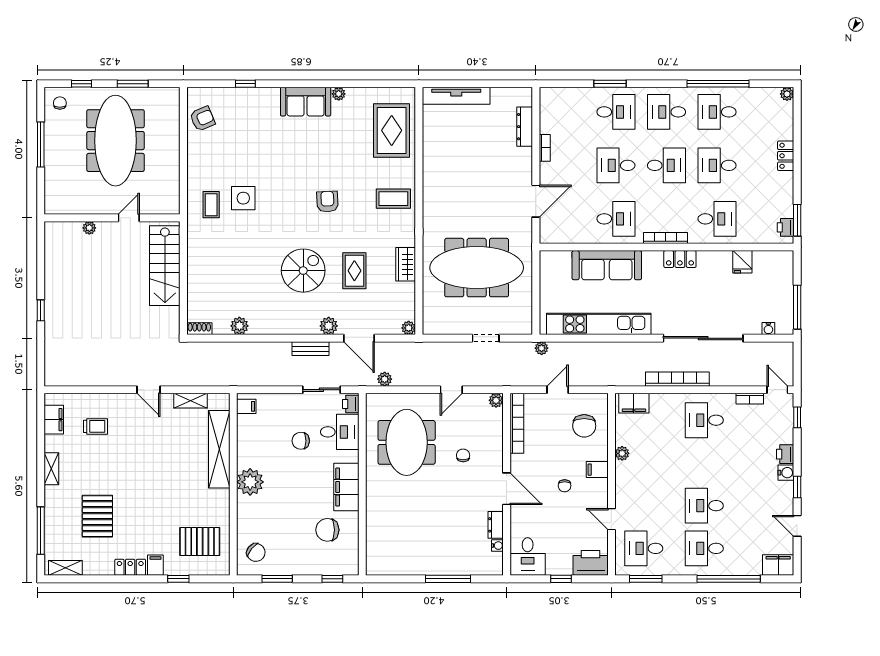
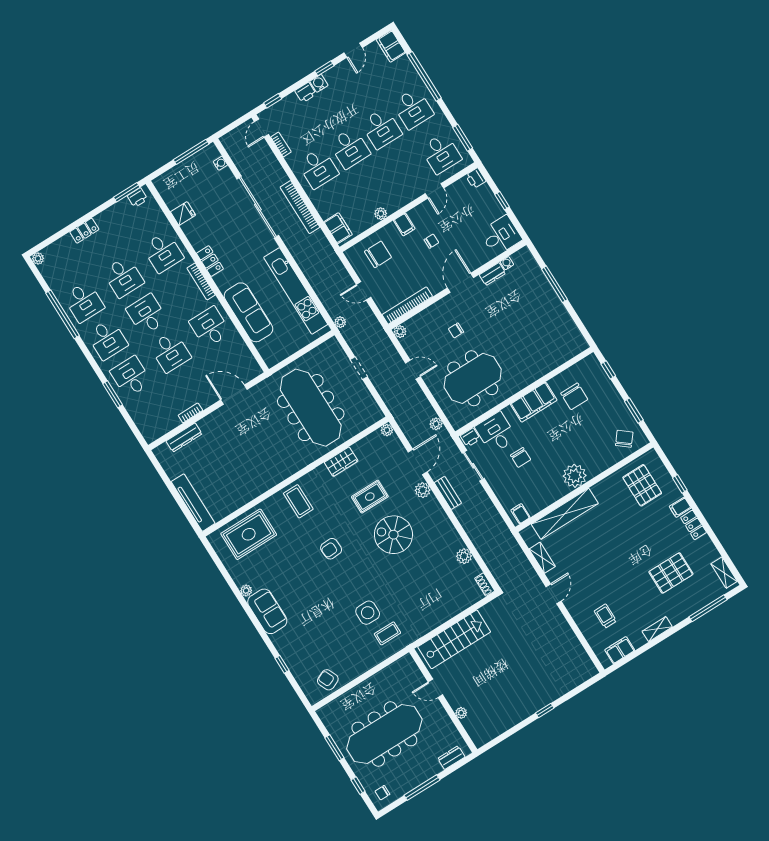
dresser: (52, 191) -> (451, 758), added
desk: (717, 219) -> (163, 252), turned 180
desk: (704, 463) -> (350, 148), added
printer: (591, 563) -> (476, 178), width x0.53, depth x0.68

